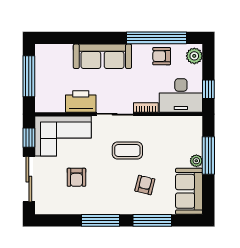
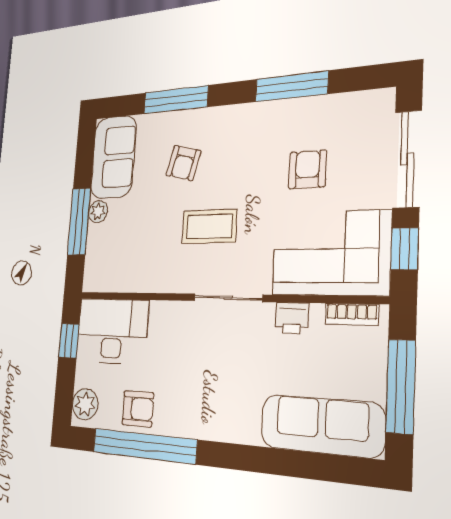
sofa: (102, 56) -> (322, 426), moved
printer: (81, 101) -> (292, 318), width x0.53, depth x0.68
bookcase: (146, 107) -> (352, 314), moved
window: (101, 220) -> (291, 86), moved

